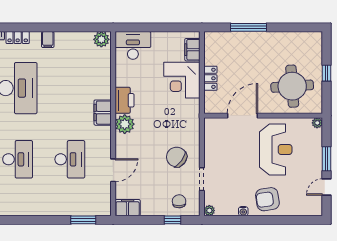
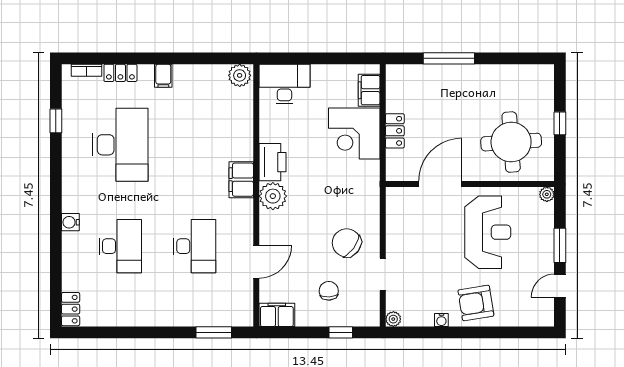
chair: (179, 201) -> (329, 291), moved

